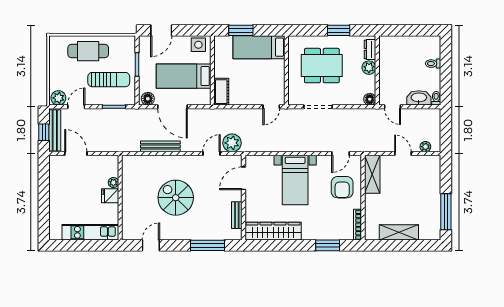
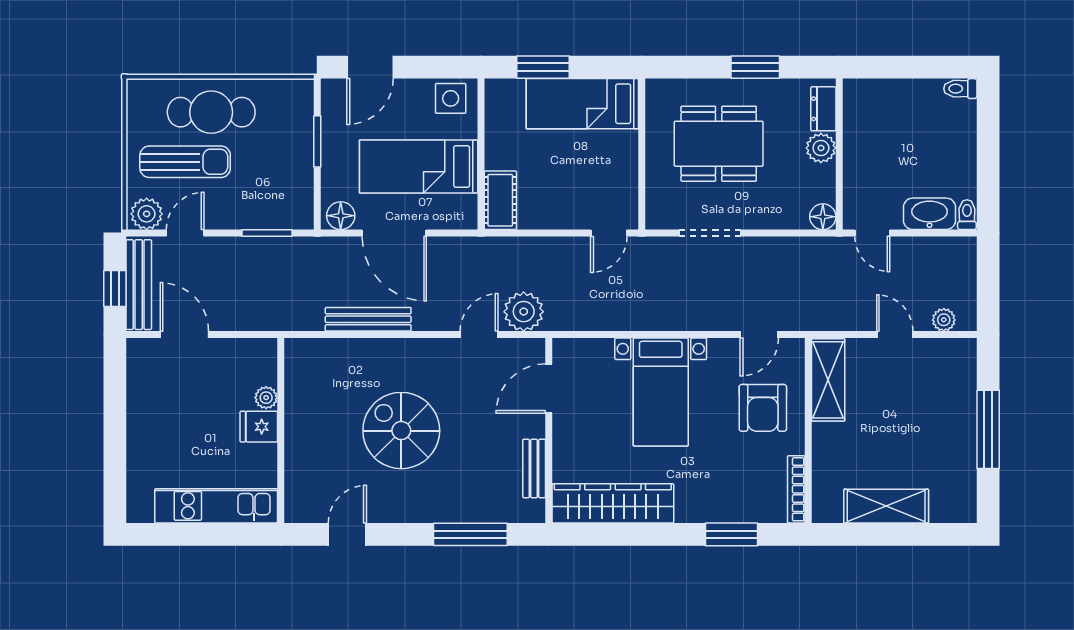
toilet: (433, 64) -> (960, 89), moved
sun lounger: (109, 80) -> (185, 162), moved
window: (446, 212) -> (988, 429), moved

